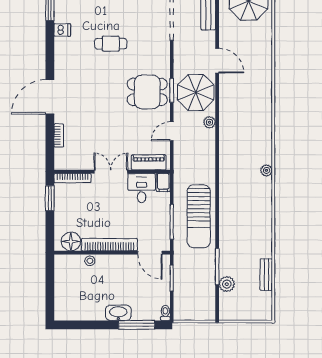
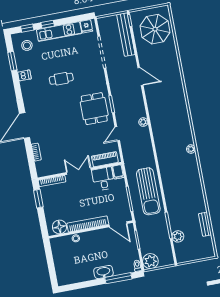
dining table: (147, 92) -> (94, 109), turned 90
parasol: (196, 92) -> (129, 102), removed
plant: (184, 310) -> (150, 261), added

